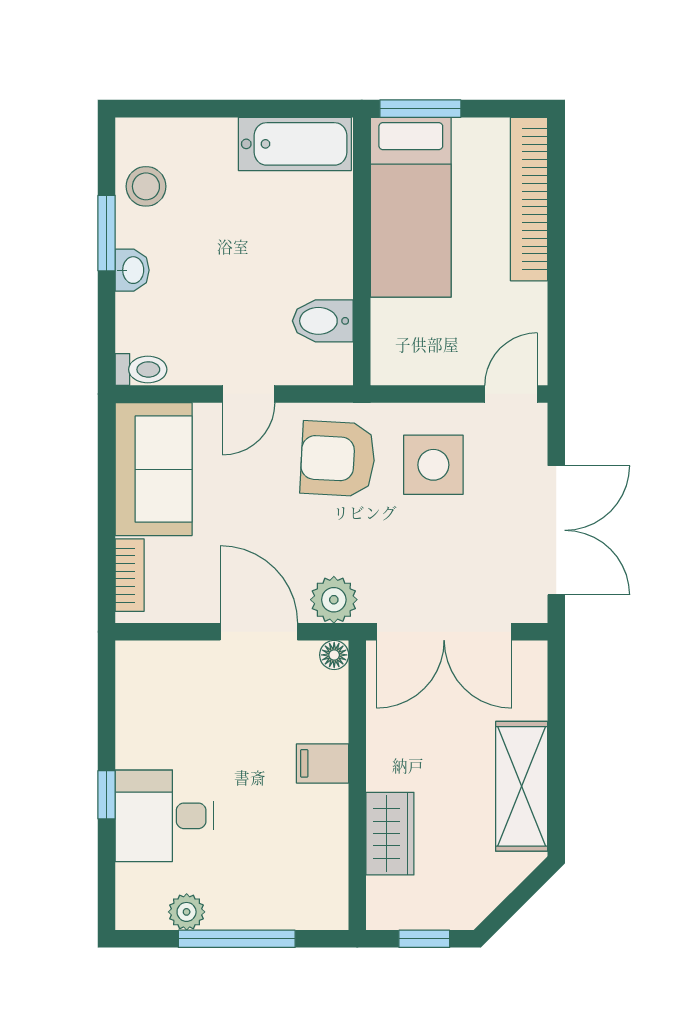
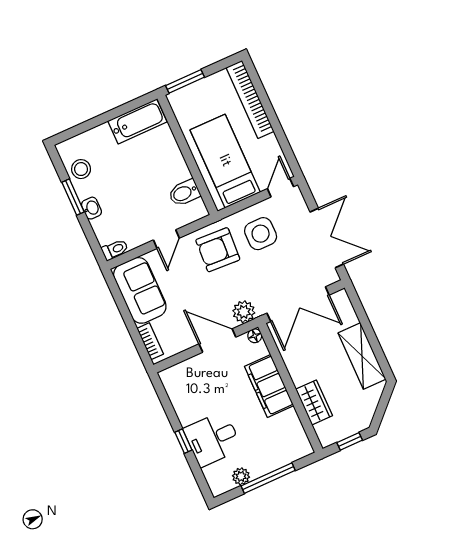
bed: (411, 207) -> (225, 161), moved, turned 180
filing cabinet: (323, 763) -> (269, 386), width x3.00, depth x1.17

